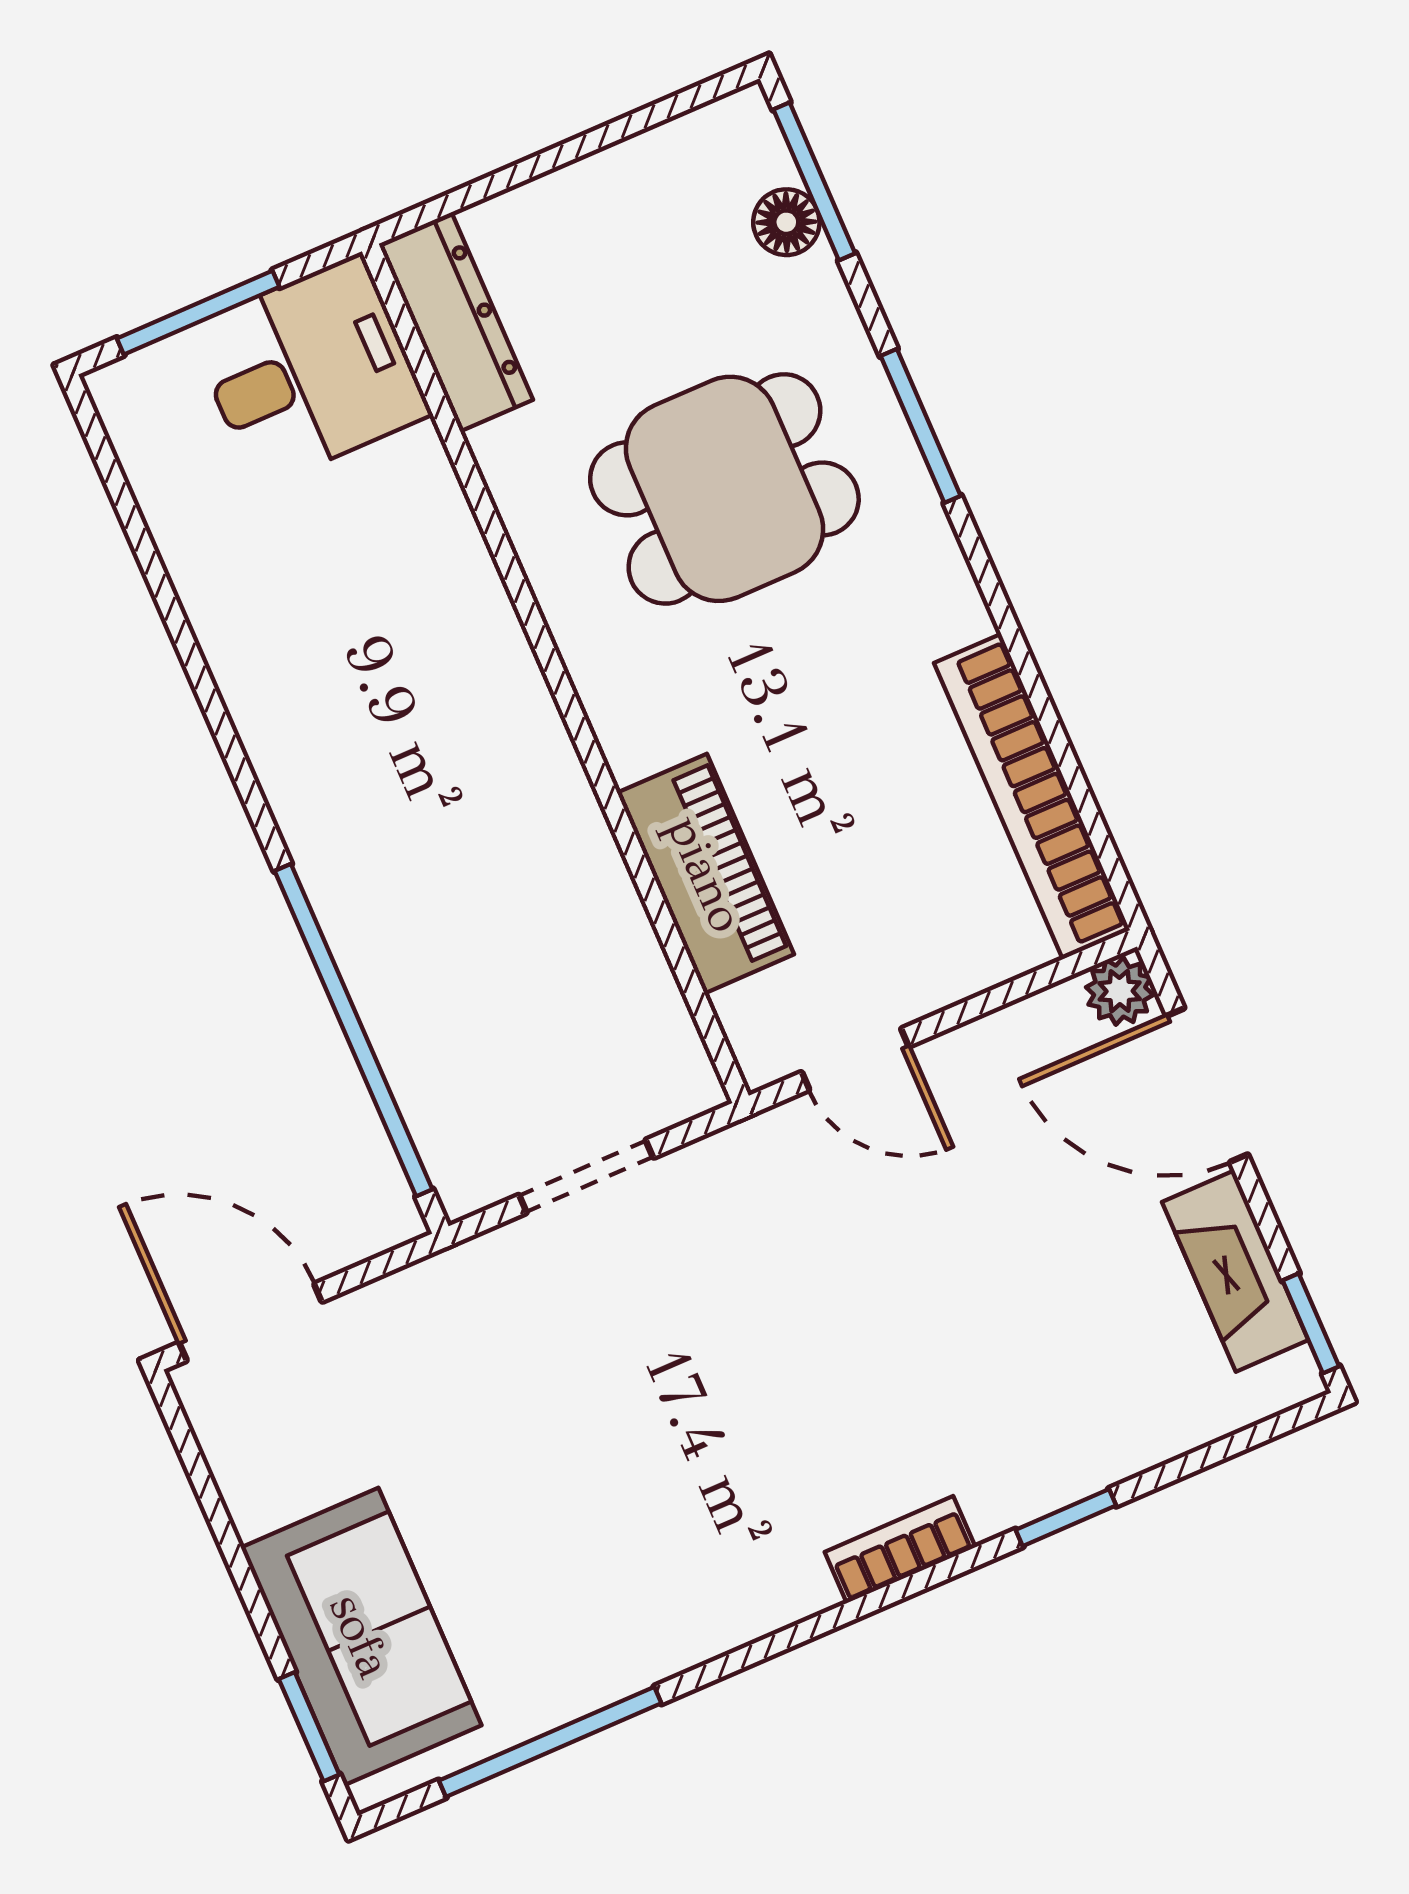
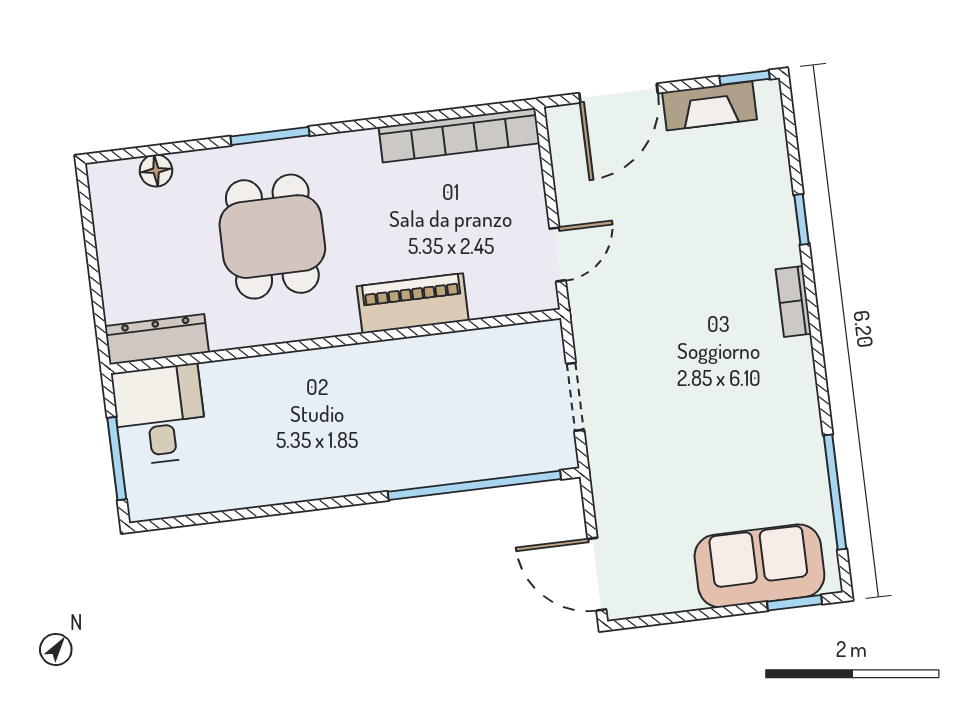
window: (814, 181) -> (141, 152), removed
piano: (706, 874) -> (413, 303), moved
plant: (1120, 991) -> (562, 121), removed
door: (250, 1322) -> (597, 574), hinge flipped

